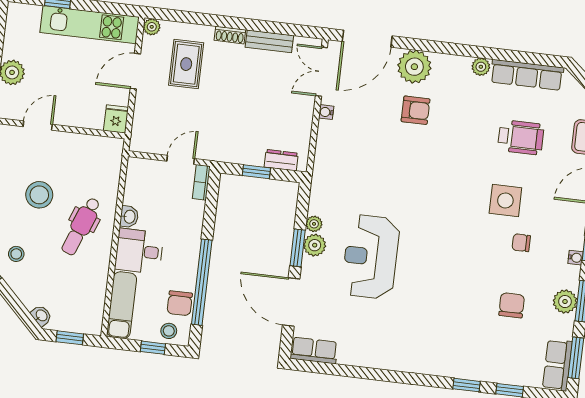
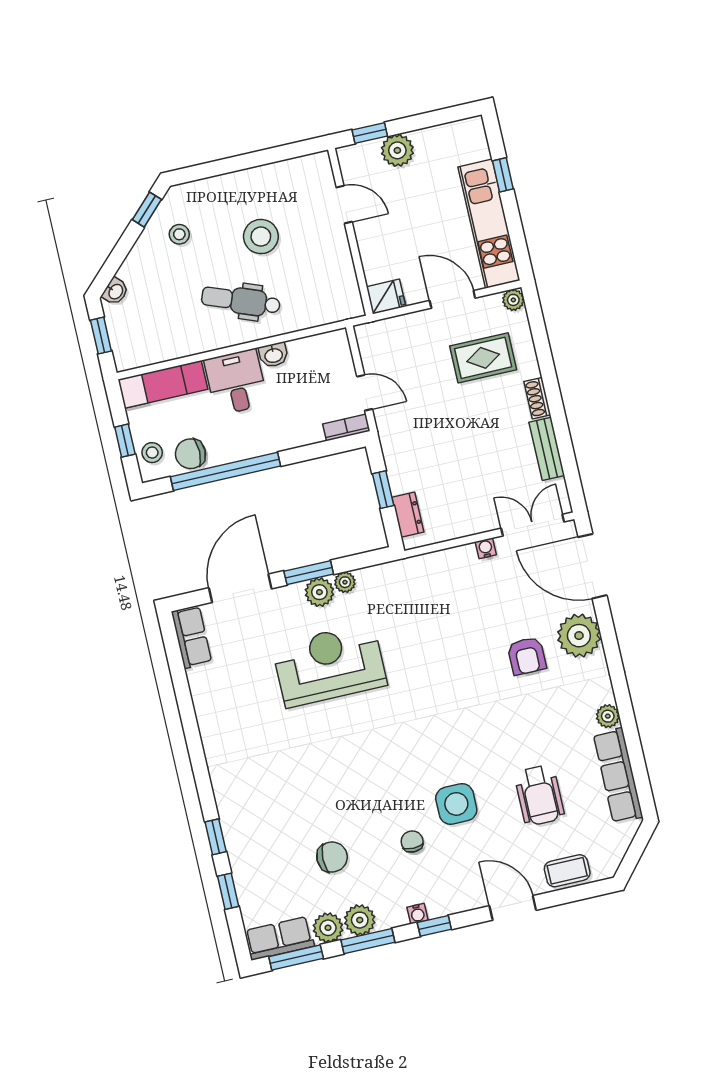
plant: (562, 327) -> (328, 928), added

